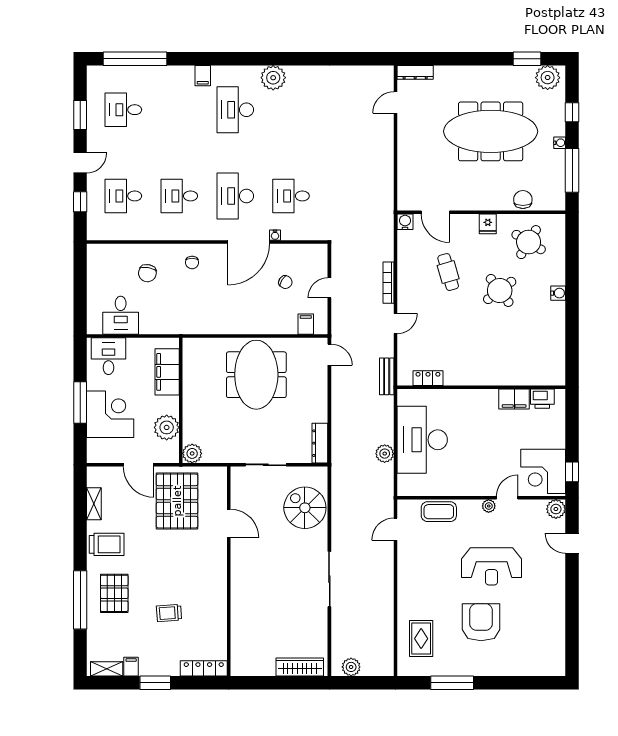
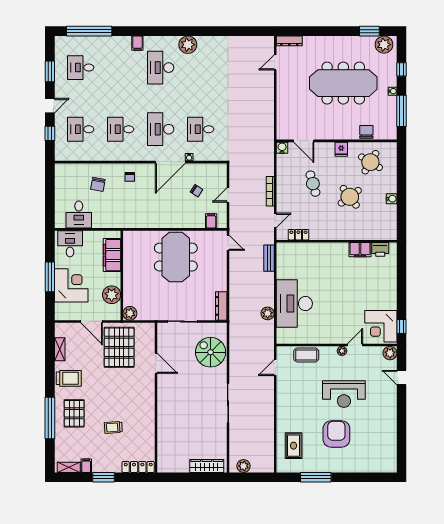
locker: (428, 378) -> (298, 235), moved
wall: (481, 387) -> (337, 241), moved
filing cabinet: (514, 399) -> (360, 250), moved
printer: (542, 399) -> (380, 249), moved

